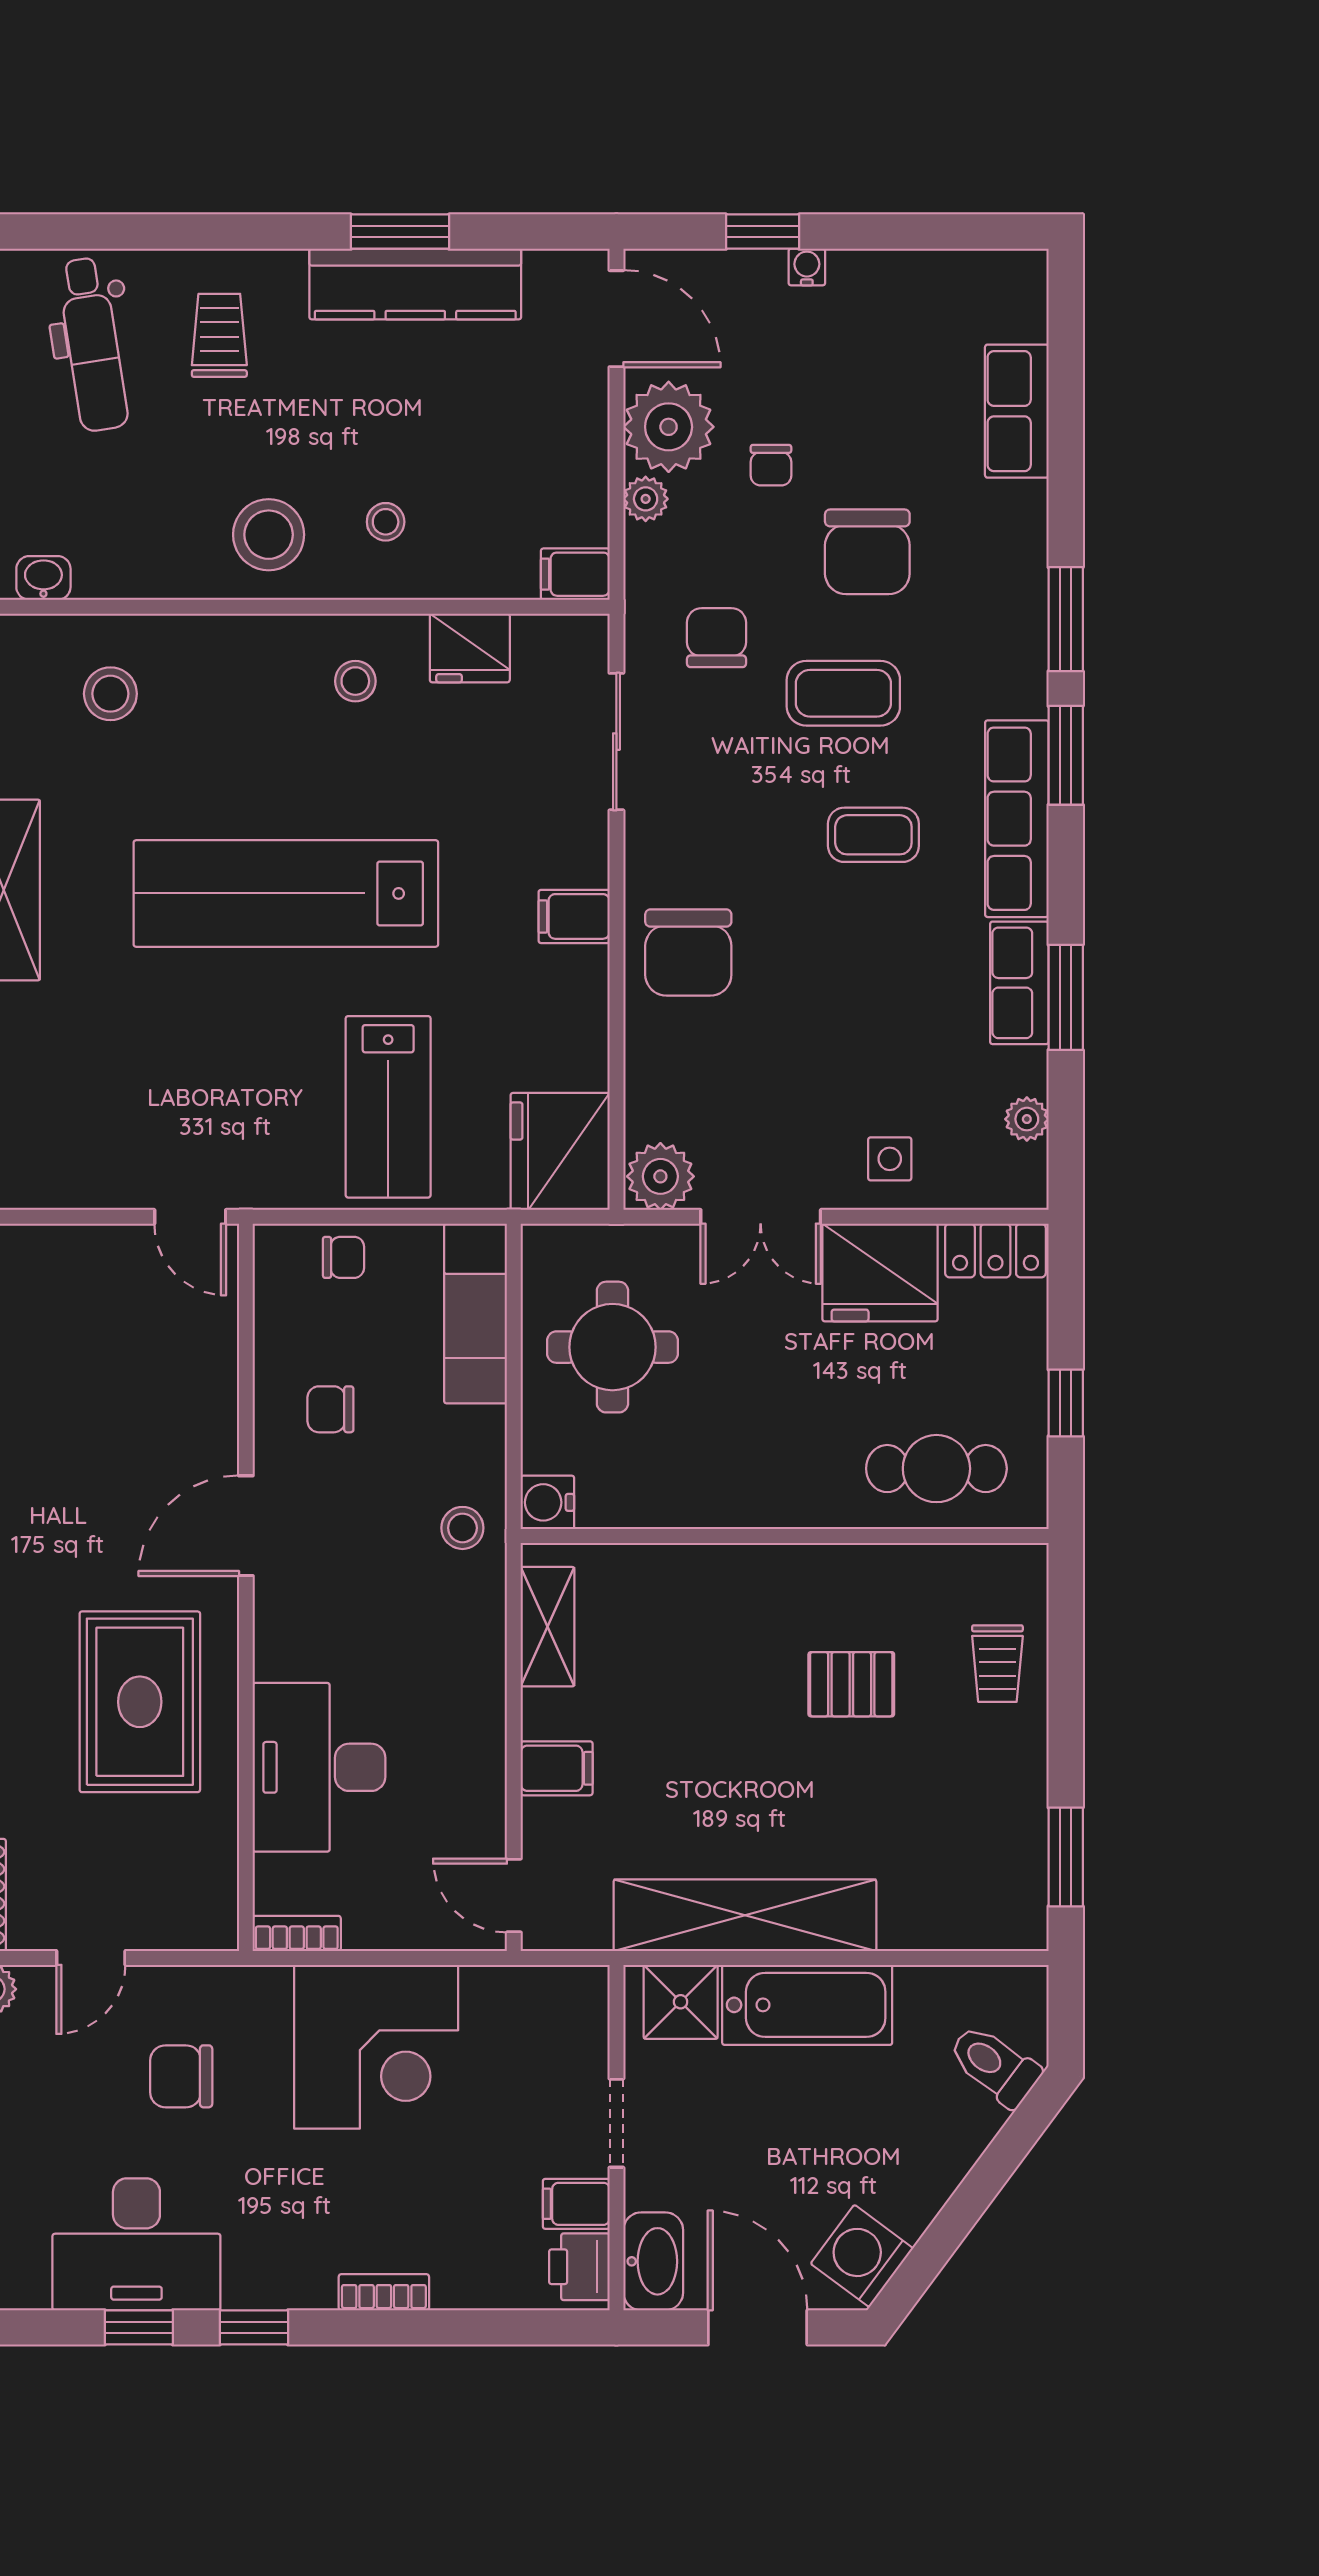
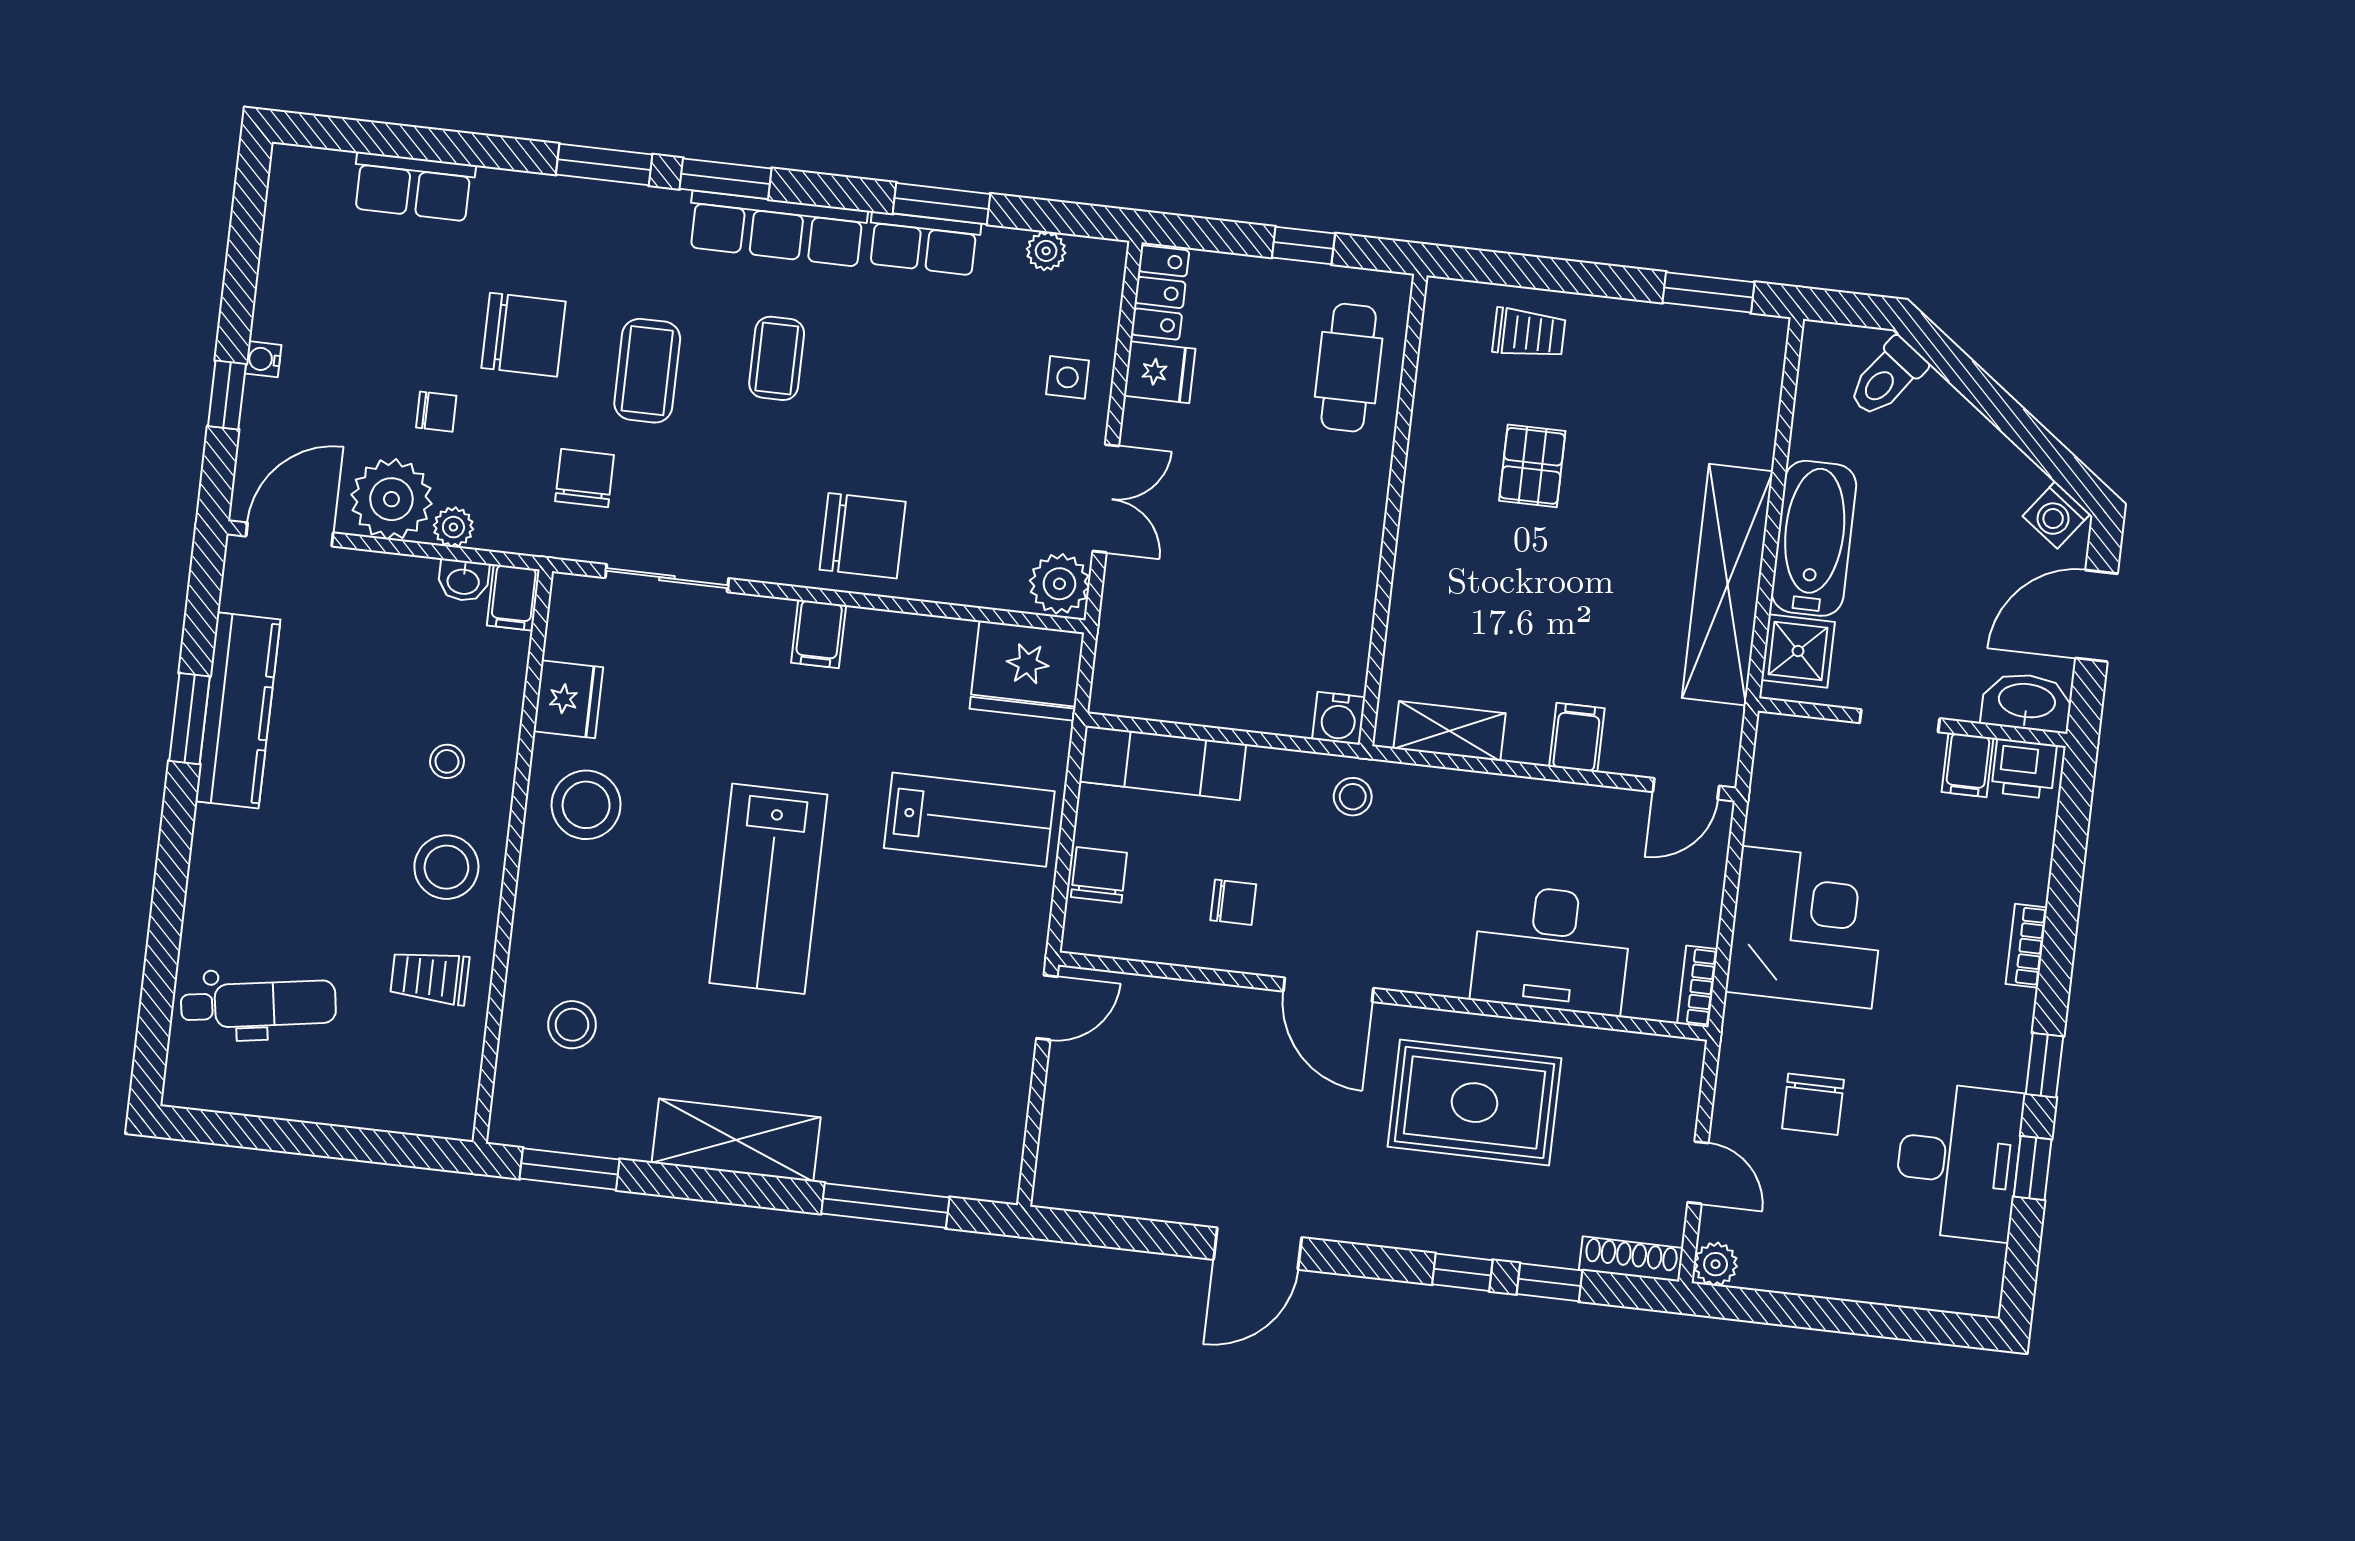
trolley: (219, 335) -> (430, 977), moved
washbasin: (43, 578) -> (463, 581), moved, turned -90
chair: (717, 638) -> (585, 478), turned 90
stool: (355, 681) -> (586, 805), width x1.89, depth x1.89
lab bench: (286, 893) -> (768, 889), width x0.73
chair: (343, 1257) -> (1099, 875), width x1.37, depth x1.37
fridge: (880, 1272) -> (1160, 372), width x0.53, depth x0.75
round table: (612, 1347) -> (1207, 644), removed
chair: (330, 1409) -> (1233, 902), turned -90
washing machine: (862, 2256) -> (2056, 515), width x0.73, depth x0.73

